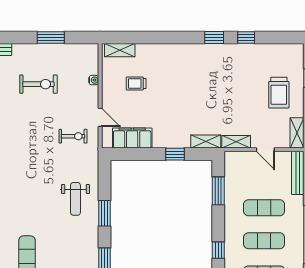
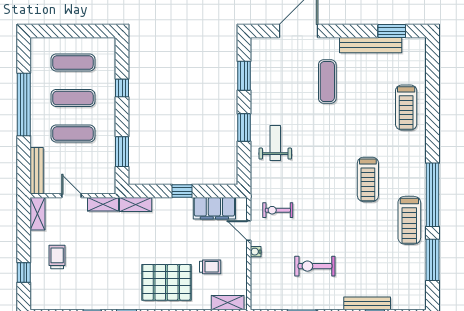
pallet: (177, 69) -> (166, 282), added
water cooler: (94, 80) -> (256, 252), moved
trolley: (279, 93) -> (57, 257), width x0.73, depth x0.72
window: (175, 154) -> (182, 191), moved

